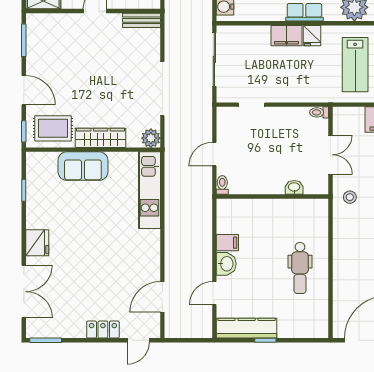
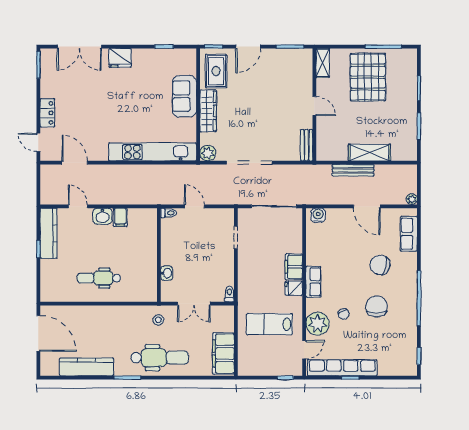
kitchen unit: (150, 190) -> (153, 152), width x1.36

